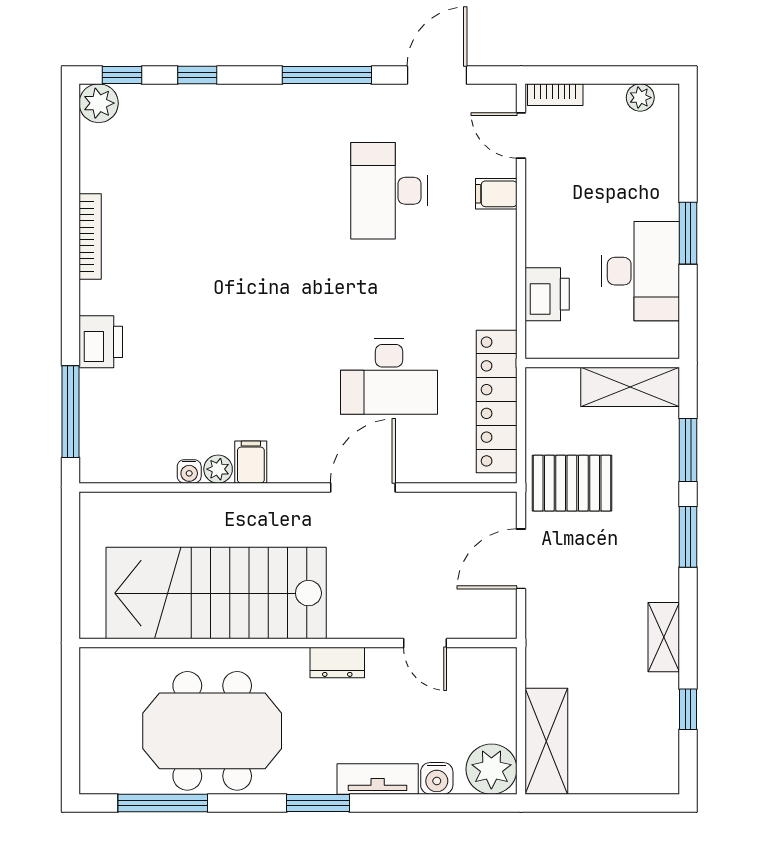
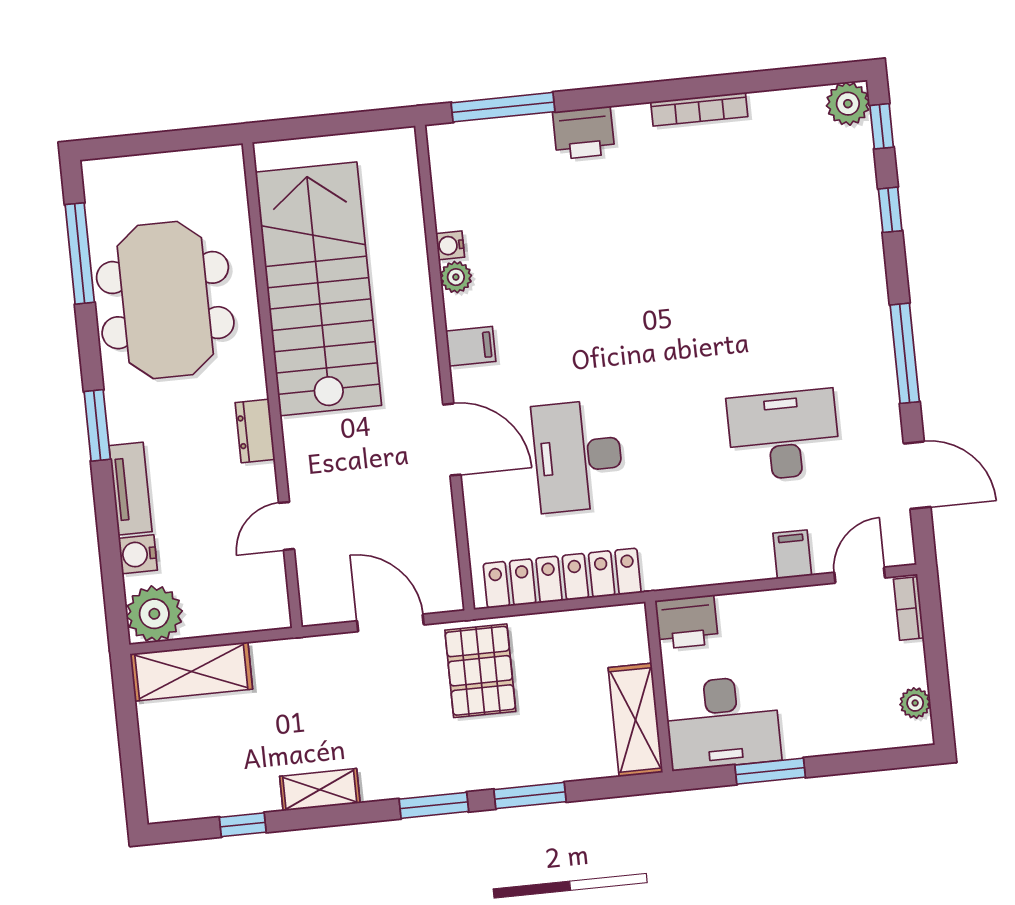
wall: (602, 363) -> (659, 686), moved
shelving: (630, 387) -> (636, 720), moved
filing cabinet: (251, 462) -> (471, 346), moved

